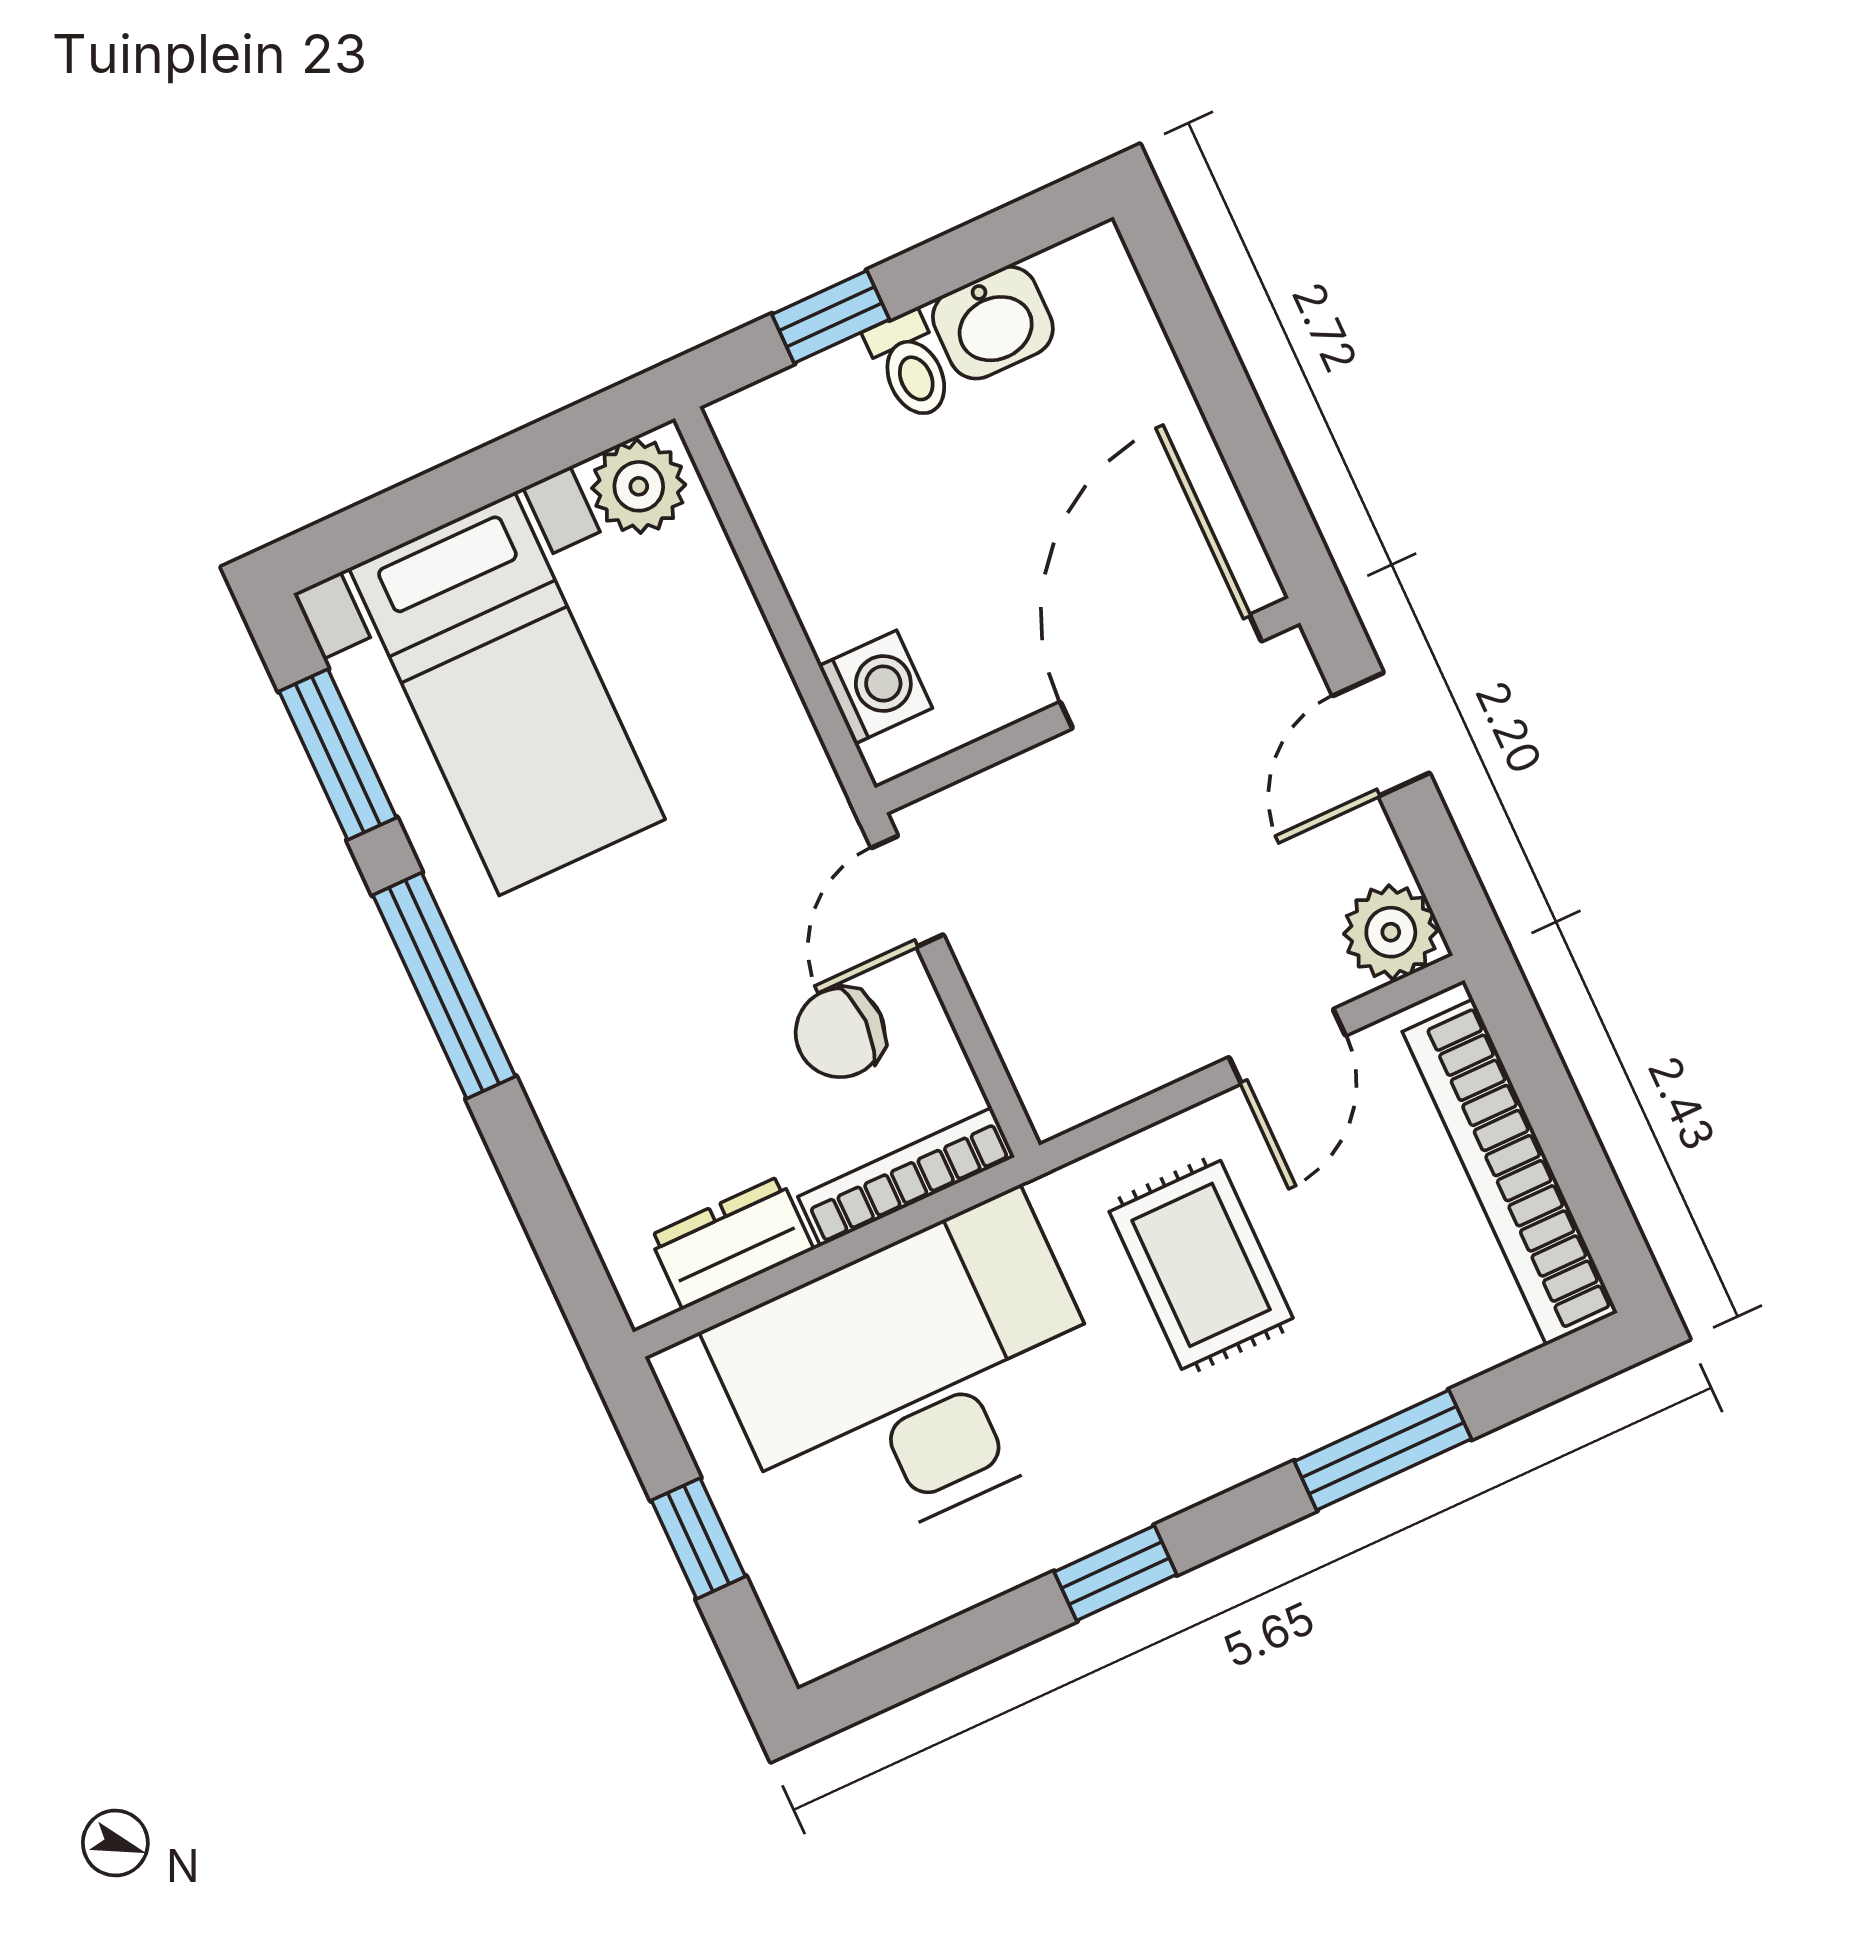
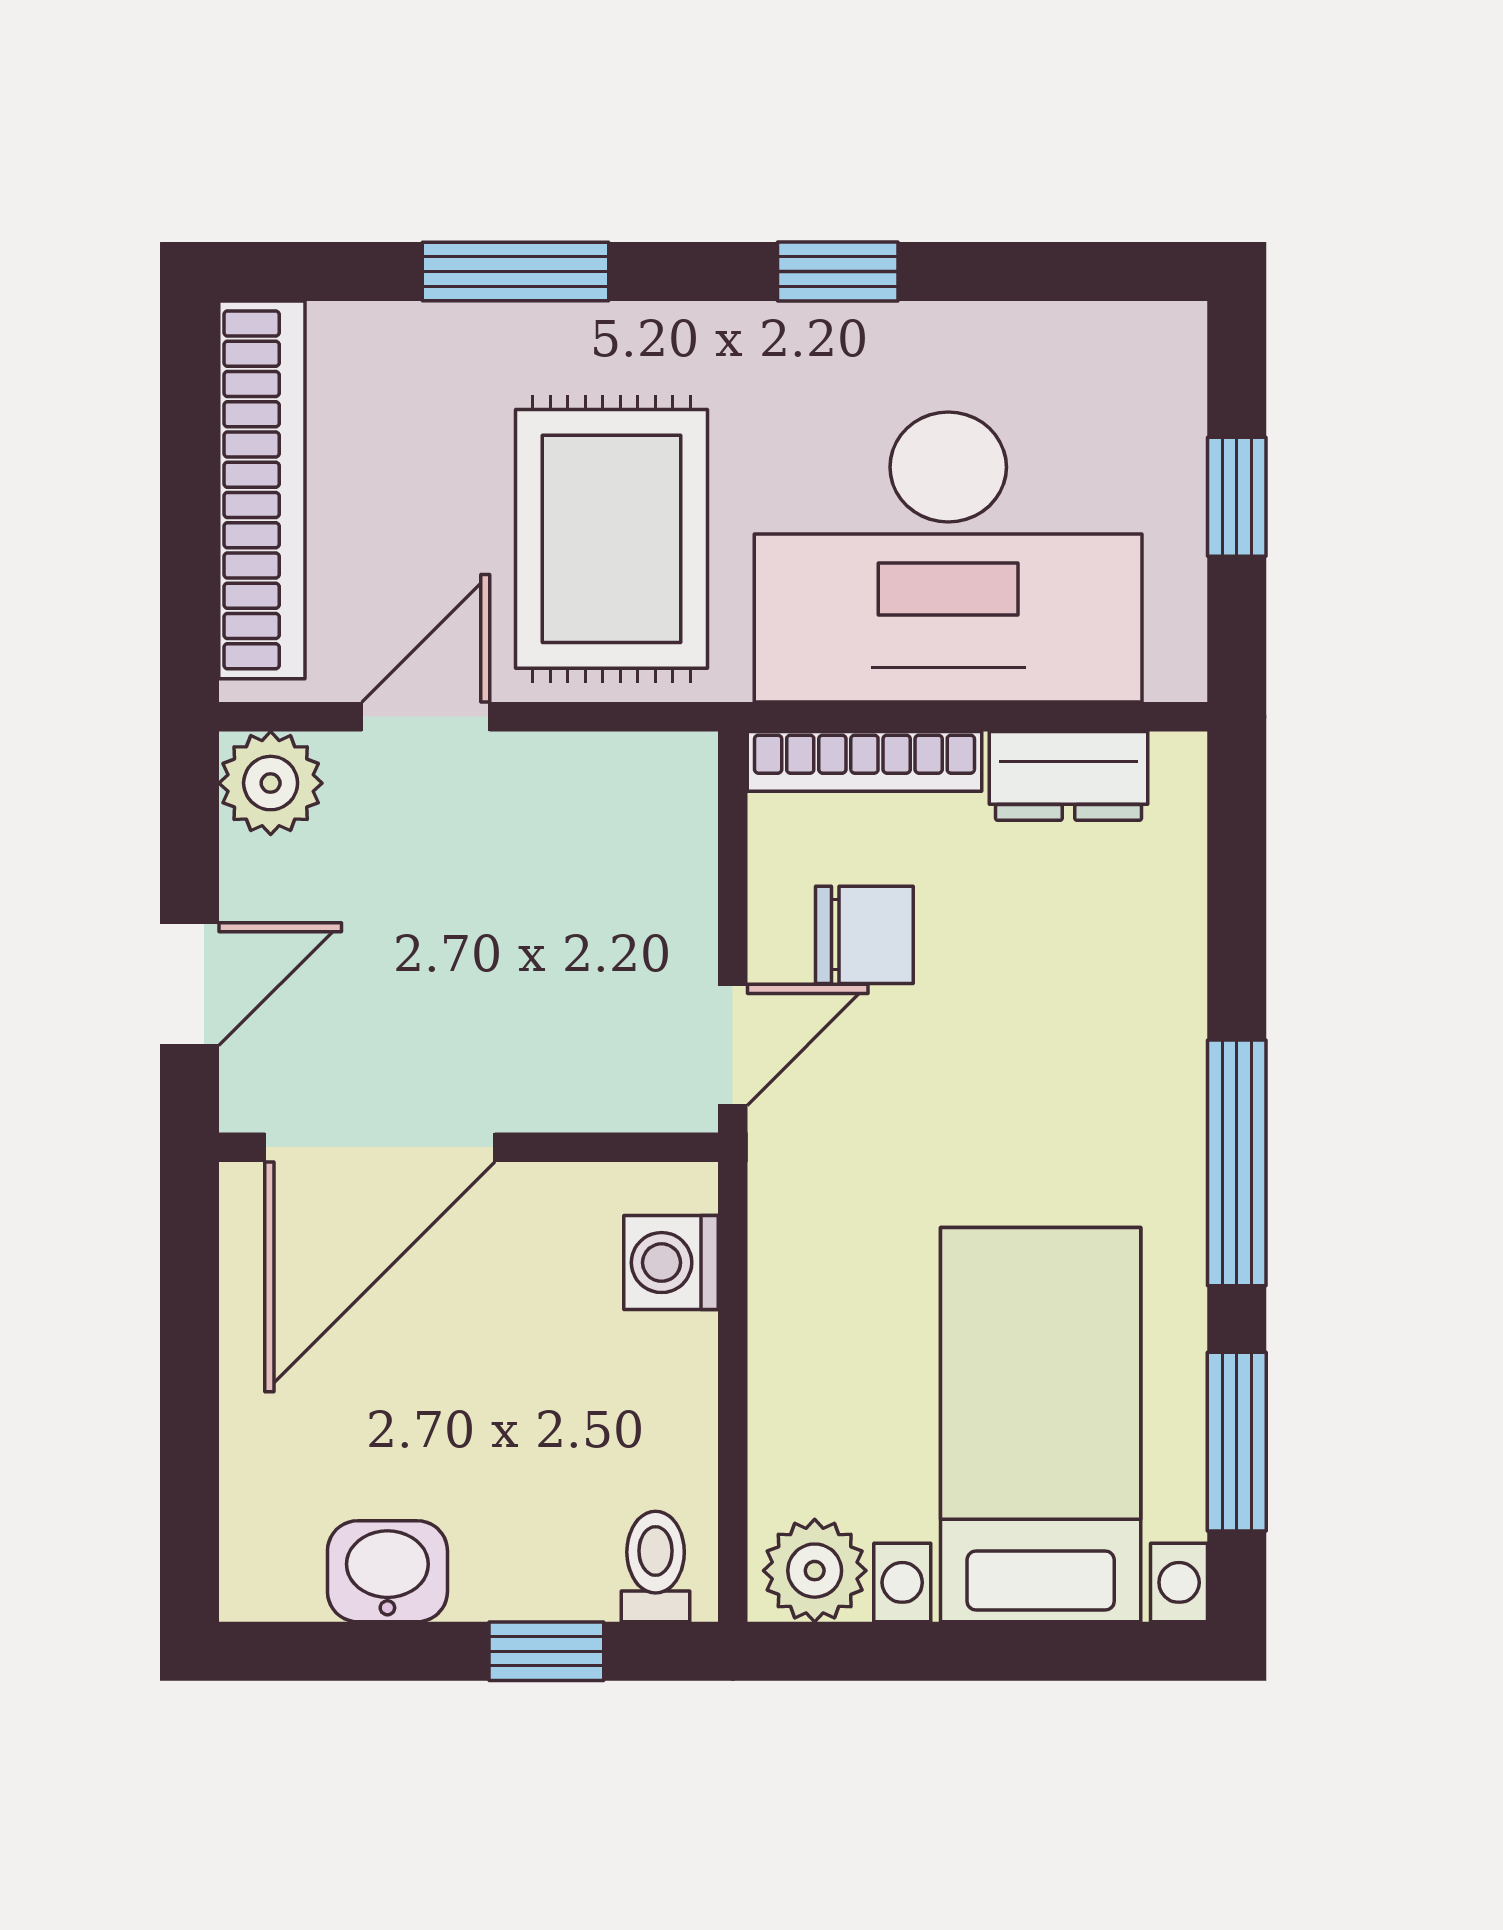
toilet: (910, 366) -> (656, 1567), moved
rug: (1201, 1265) -> (611, 539), width x1.36, depth x1.43

